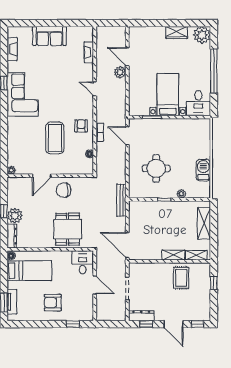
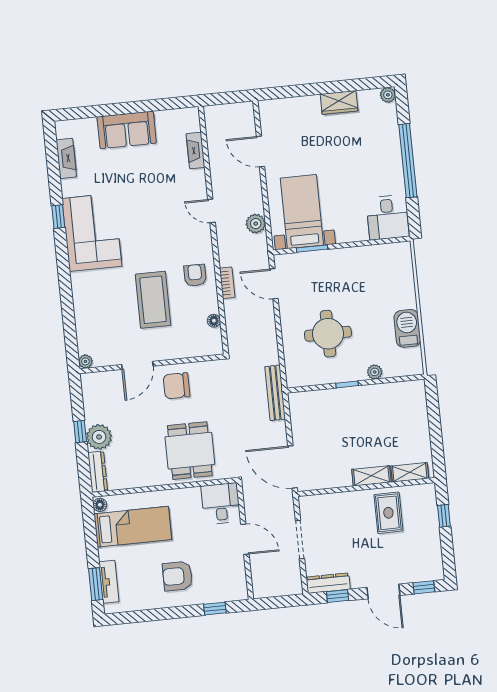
plant: (202, 35) -> (388, 95), width x0.53, depth x0.53
plant: (120, 72) -> (256, 224), moved
bed with nightstands: (168, 95) -> (302, 212), moved
shelving: (204, 223) -> (418, 418), removed

